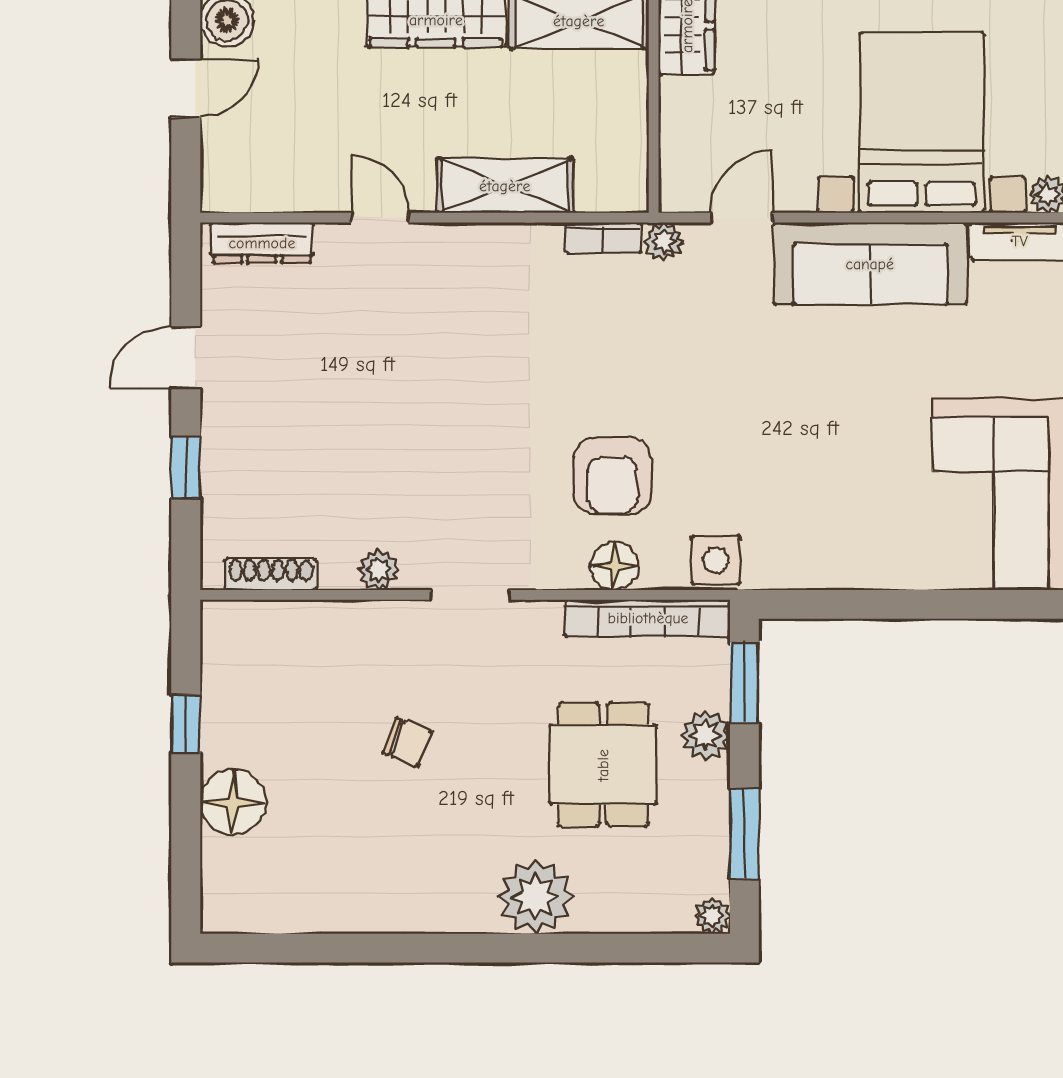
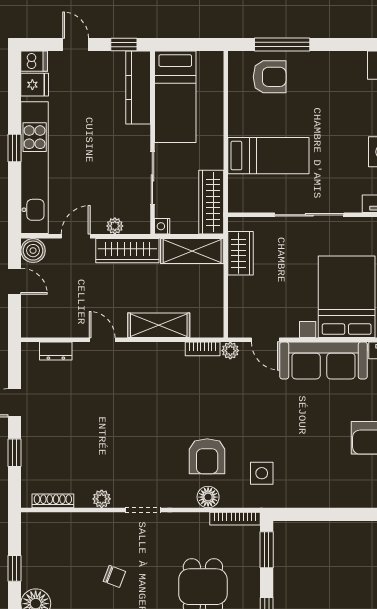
door: (186, 88) -> (14, 281), hinge flipped
door: (741, 218) -> (265, 340), swing flipped
dresser: (262, 243) -> (56, 351), width x0.70
side table: (716, 560) -> (262, 473), moved
bookcase: (648, 618) -> (235, 519), width x0.68, depth x0.76
plant: (706, 735) -> (249, 574), removed

